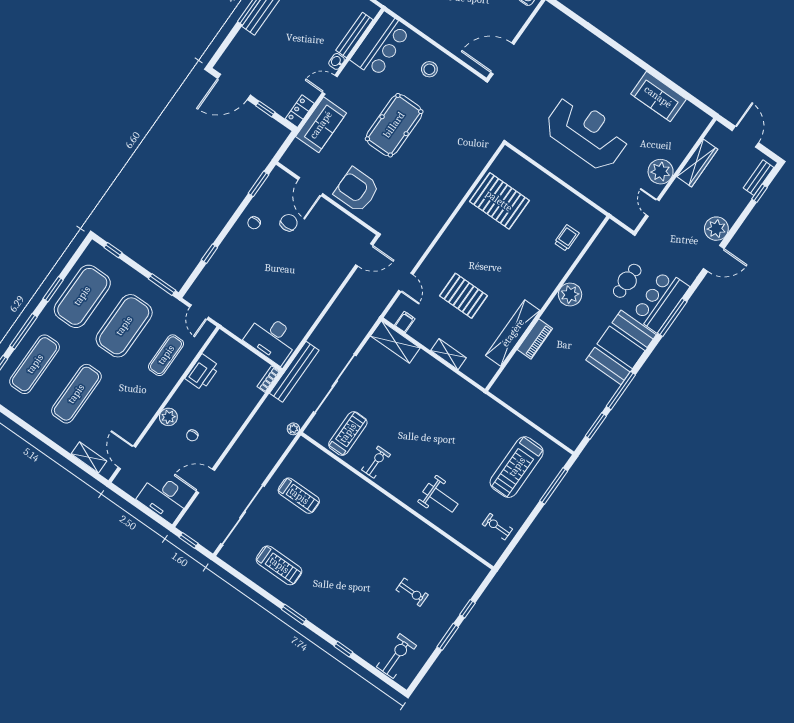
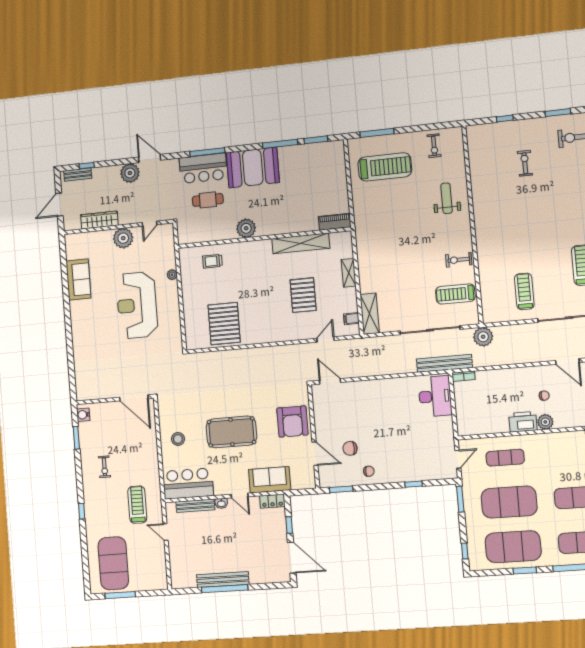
door: (310, 187) -> (315, 454), hinge flipped
plant: (586, 190) -> (172, 275), added
piano: (535, 339) -> (335, 222), moved
printer: (202, 372) -> (523, 422), moved
plant: (293, 429) -> (483, 337), width x1.88, depth x1.88
window: (448, 637) -> (558, 113), moved

